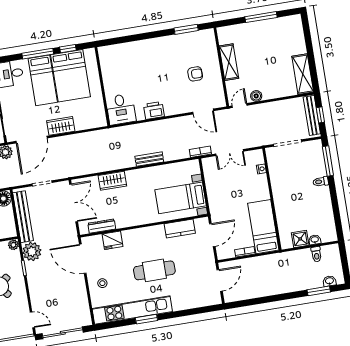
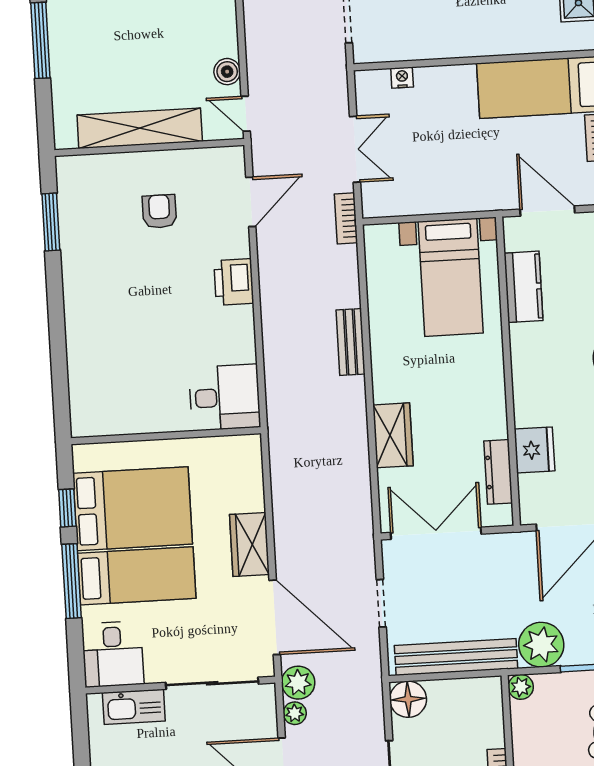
shelving: (229, 62) -> (140, 128), width x1.47
printer: (154, 110) -> (234, 282), moved

